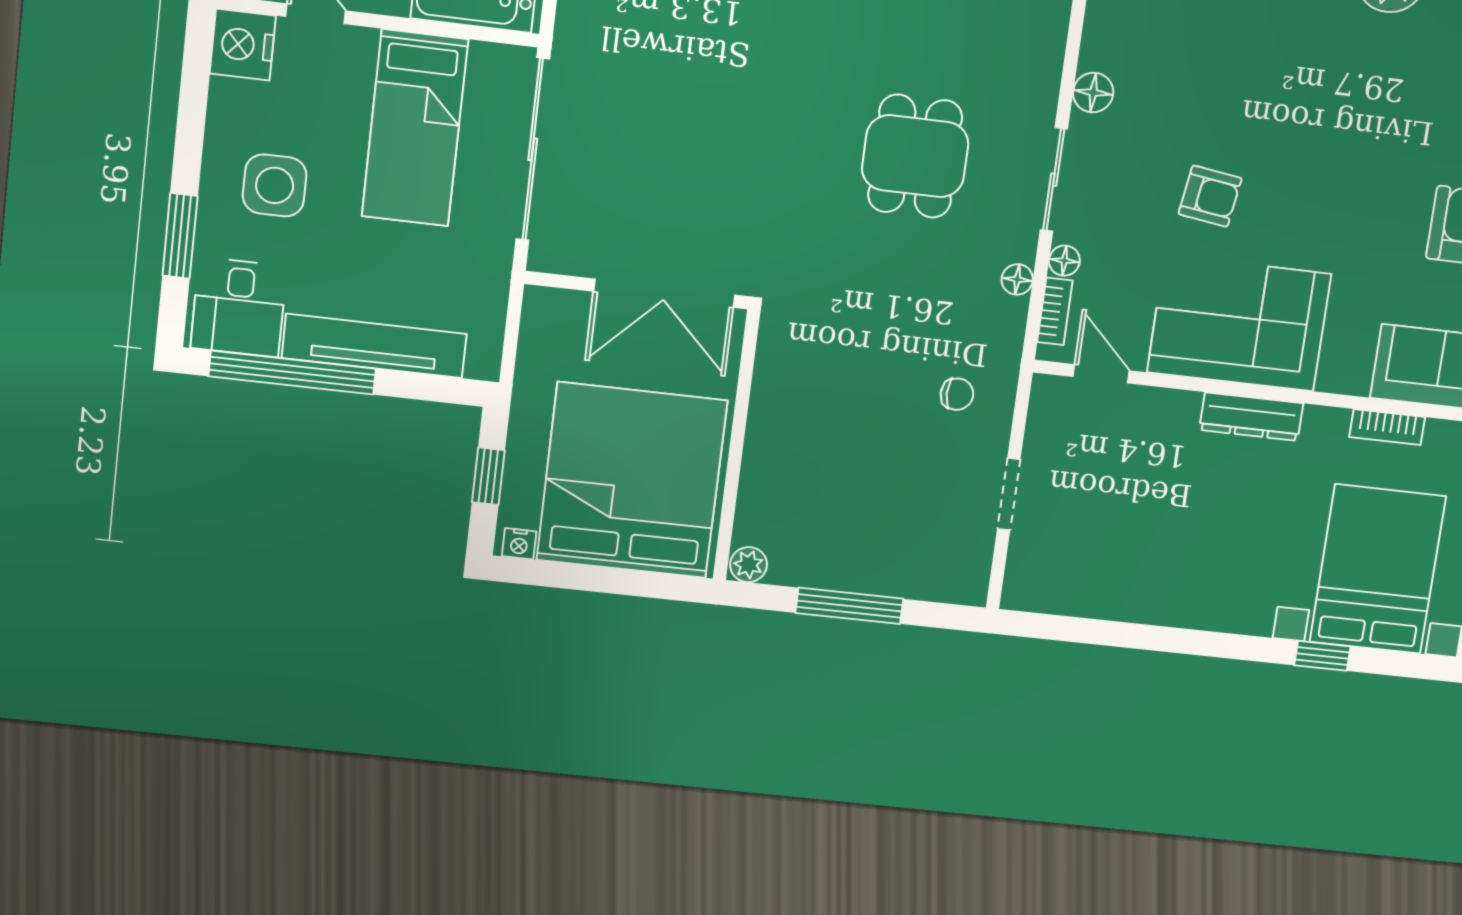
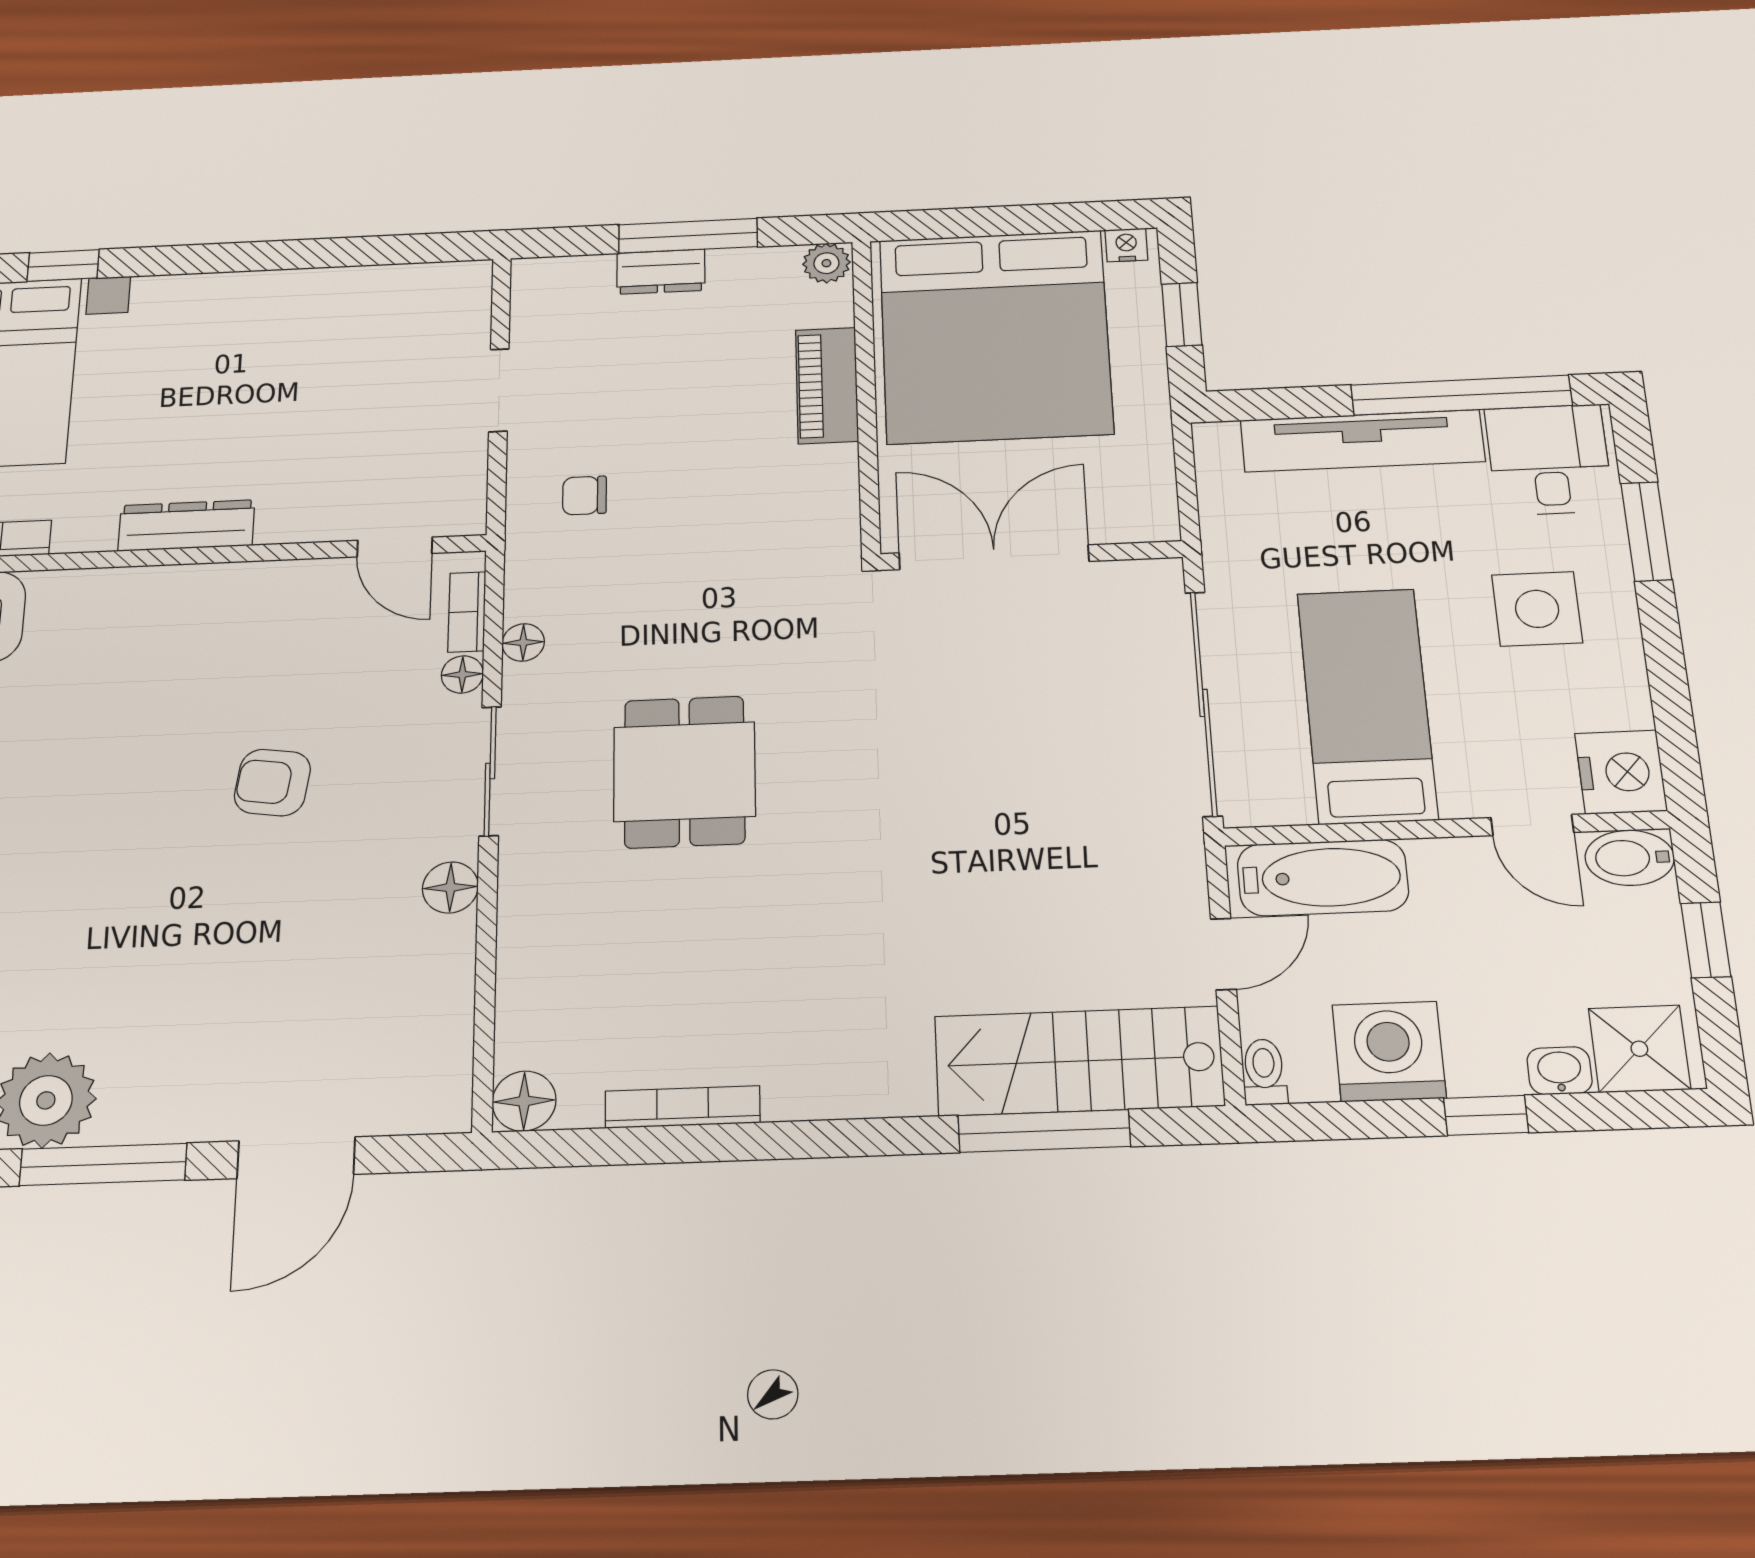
corner sofa: (1239, 323) -> (215, 634), removed
piano: (764, 458) -> (827, 385), added
dresser: (874, 577) -> (661, 272), added

